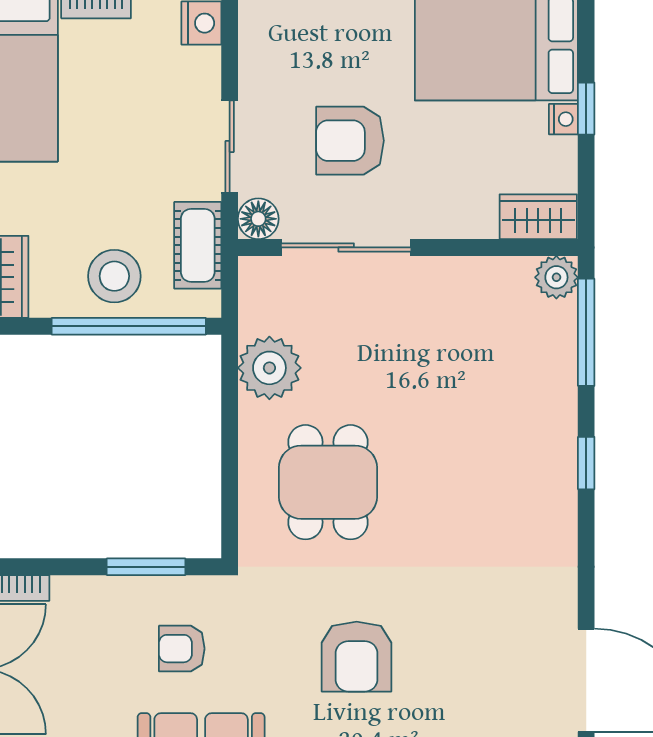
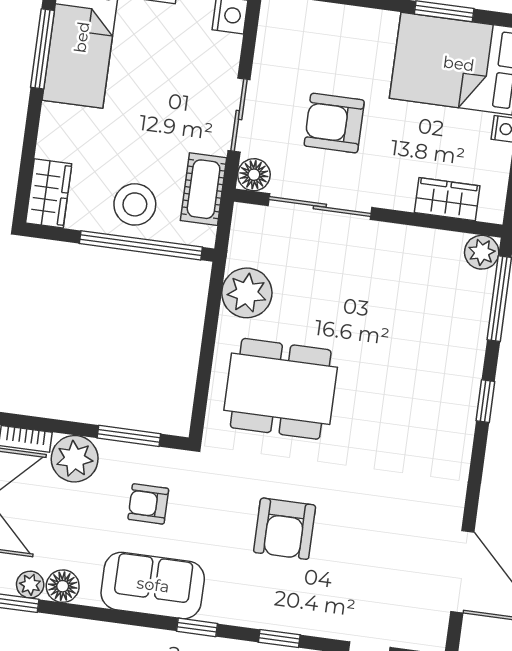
wardrobe: (538, 217) -> (447, 199), moved
dining table: (328, 482) -> (281, 389), width x1.38
plant: (82, 604) -> (75, 459), added

